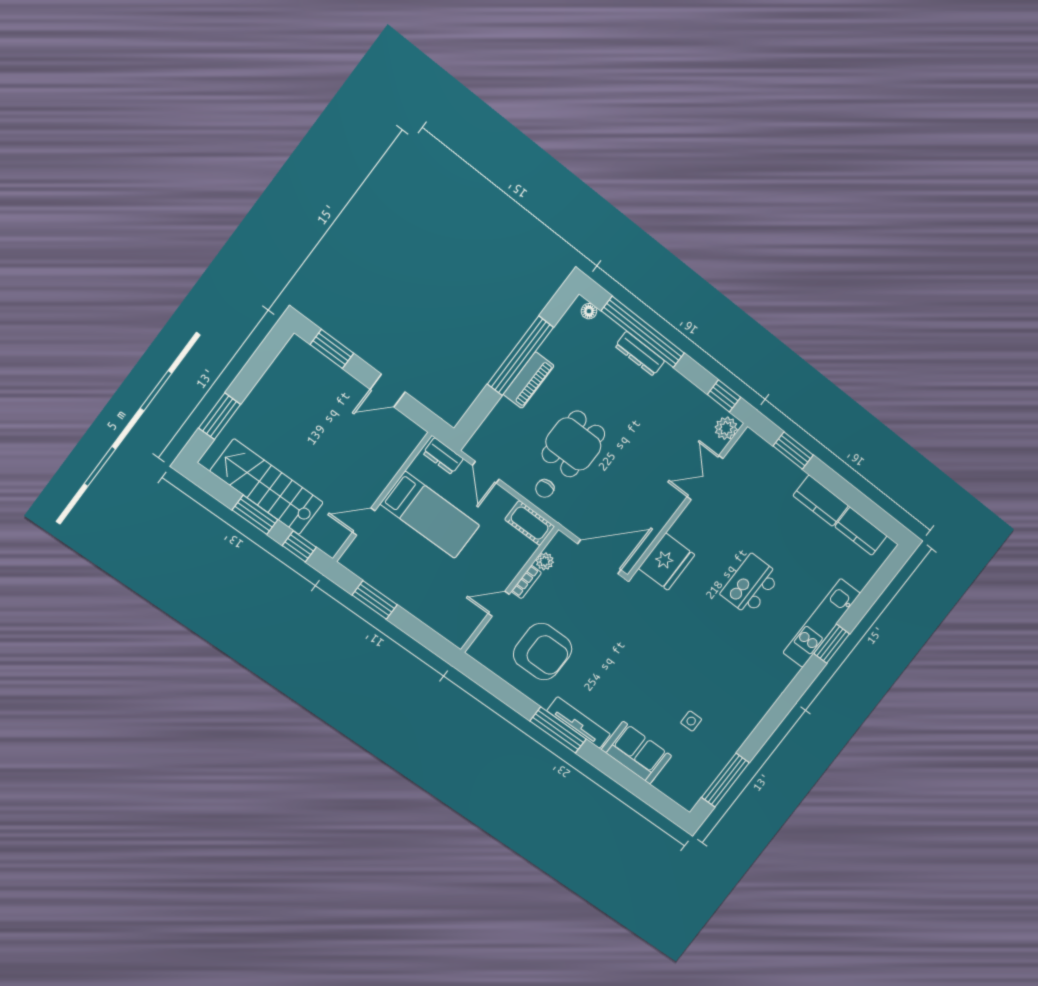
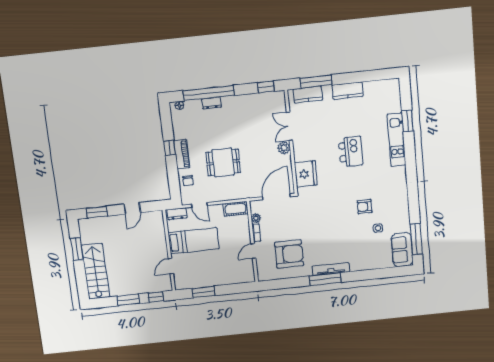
dresser: (640, 354) -> (211, 103), width x0.70
window: (520, 356) -> (170, 148), width x0.32
window: (220, 416) -> (77, 249), moved
plant: (726, 428) -> (284, 148), moved
dining table: (573, 444) -> (223, 162), turned 90
window: (793, 450) -> (316, 82), width x1.44
stairs: (267, 487) -> (95, 271), moved, turned 90
chair: (545, 488) -> (188, 181), moved
kitchen counter: (861, 531) -> (308, 95), moved
kitchen island: (751, 585) -> (350, 152), turned 180
window: (832, 644) -> (407, 121), moved
armchair: (701, 676) -> (365, 207), added
sofa: (637, 753) -> (402, 250), moved, turned -90

